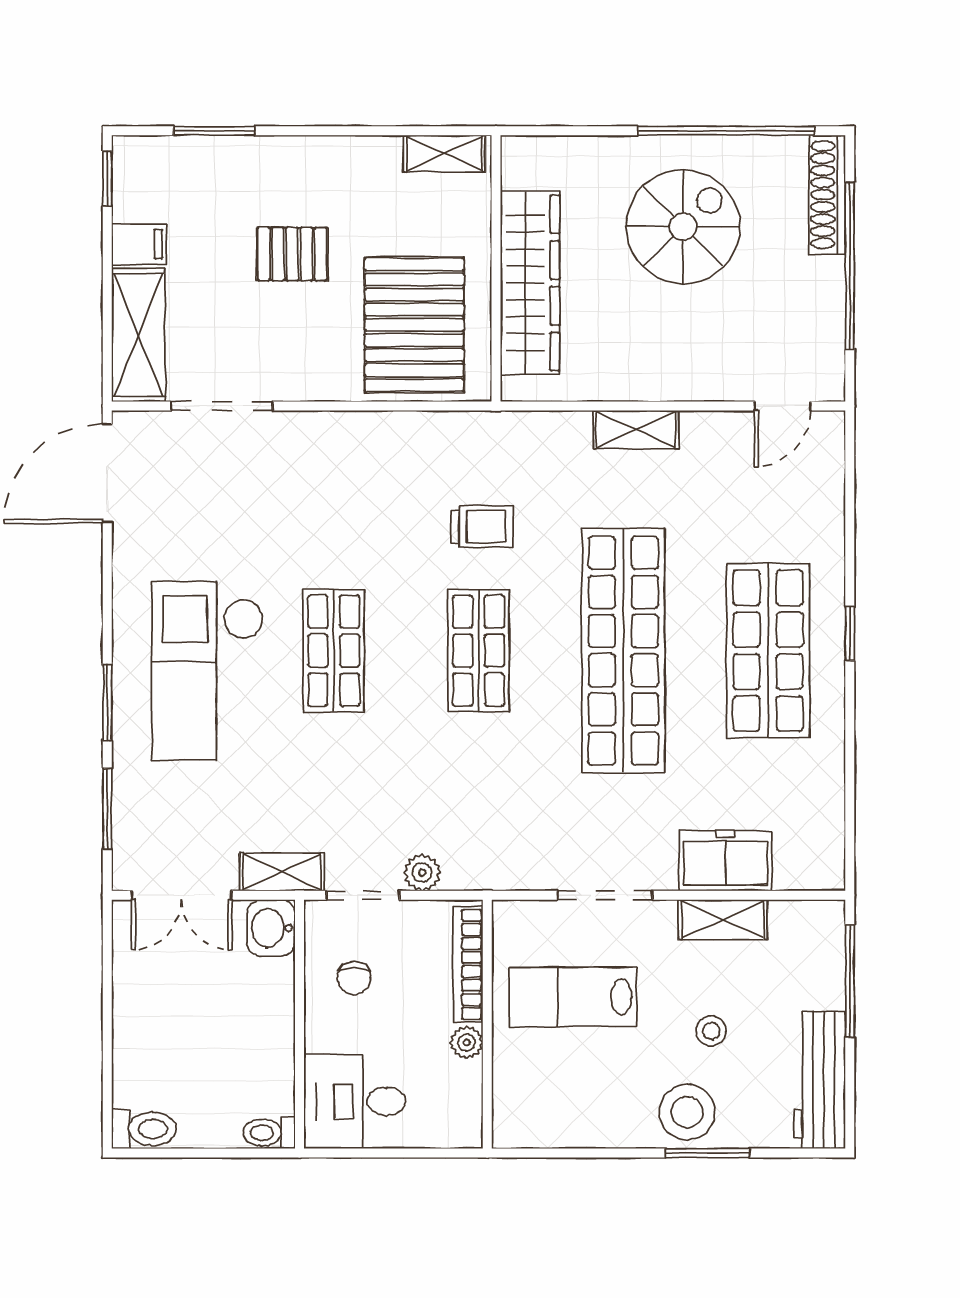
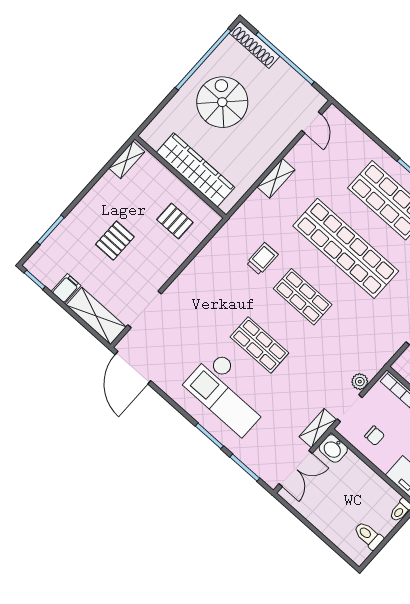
pallet: (414, 325) -> (175, 221), width x0.49, depth x0.50
toilet: (144, 1129) -> (368, 535), moved, turned -90

